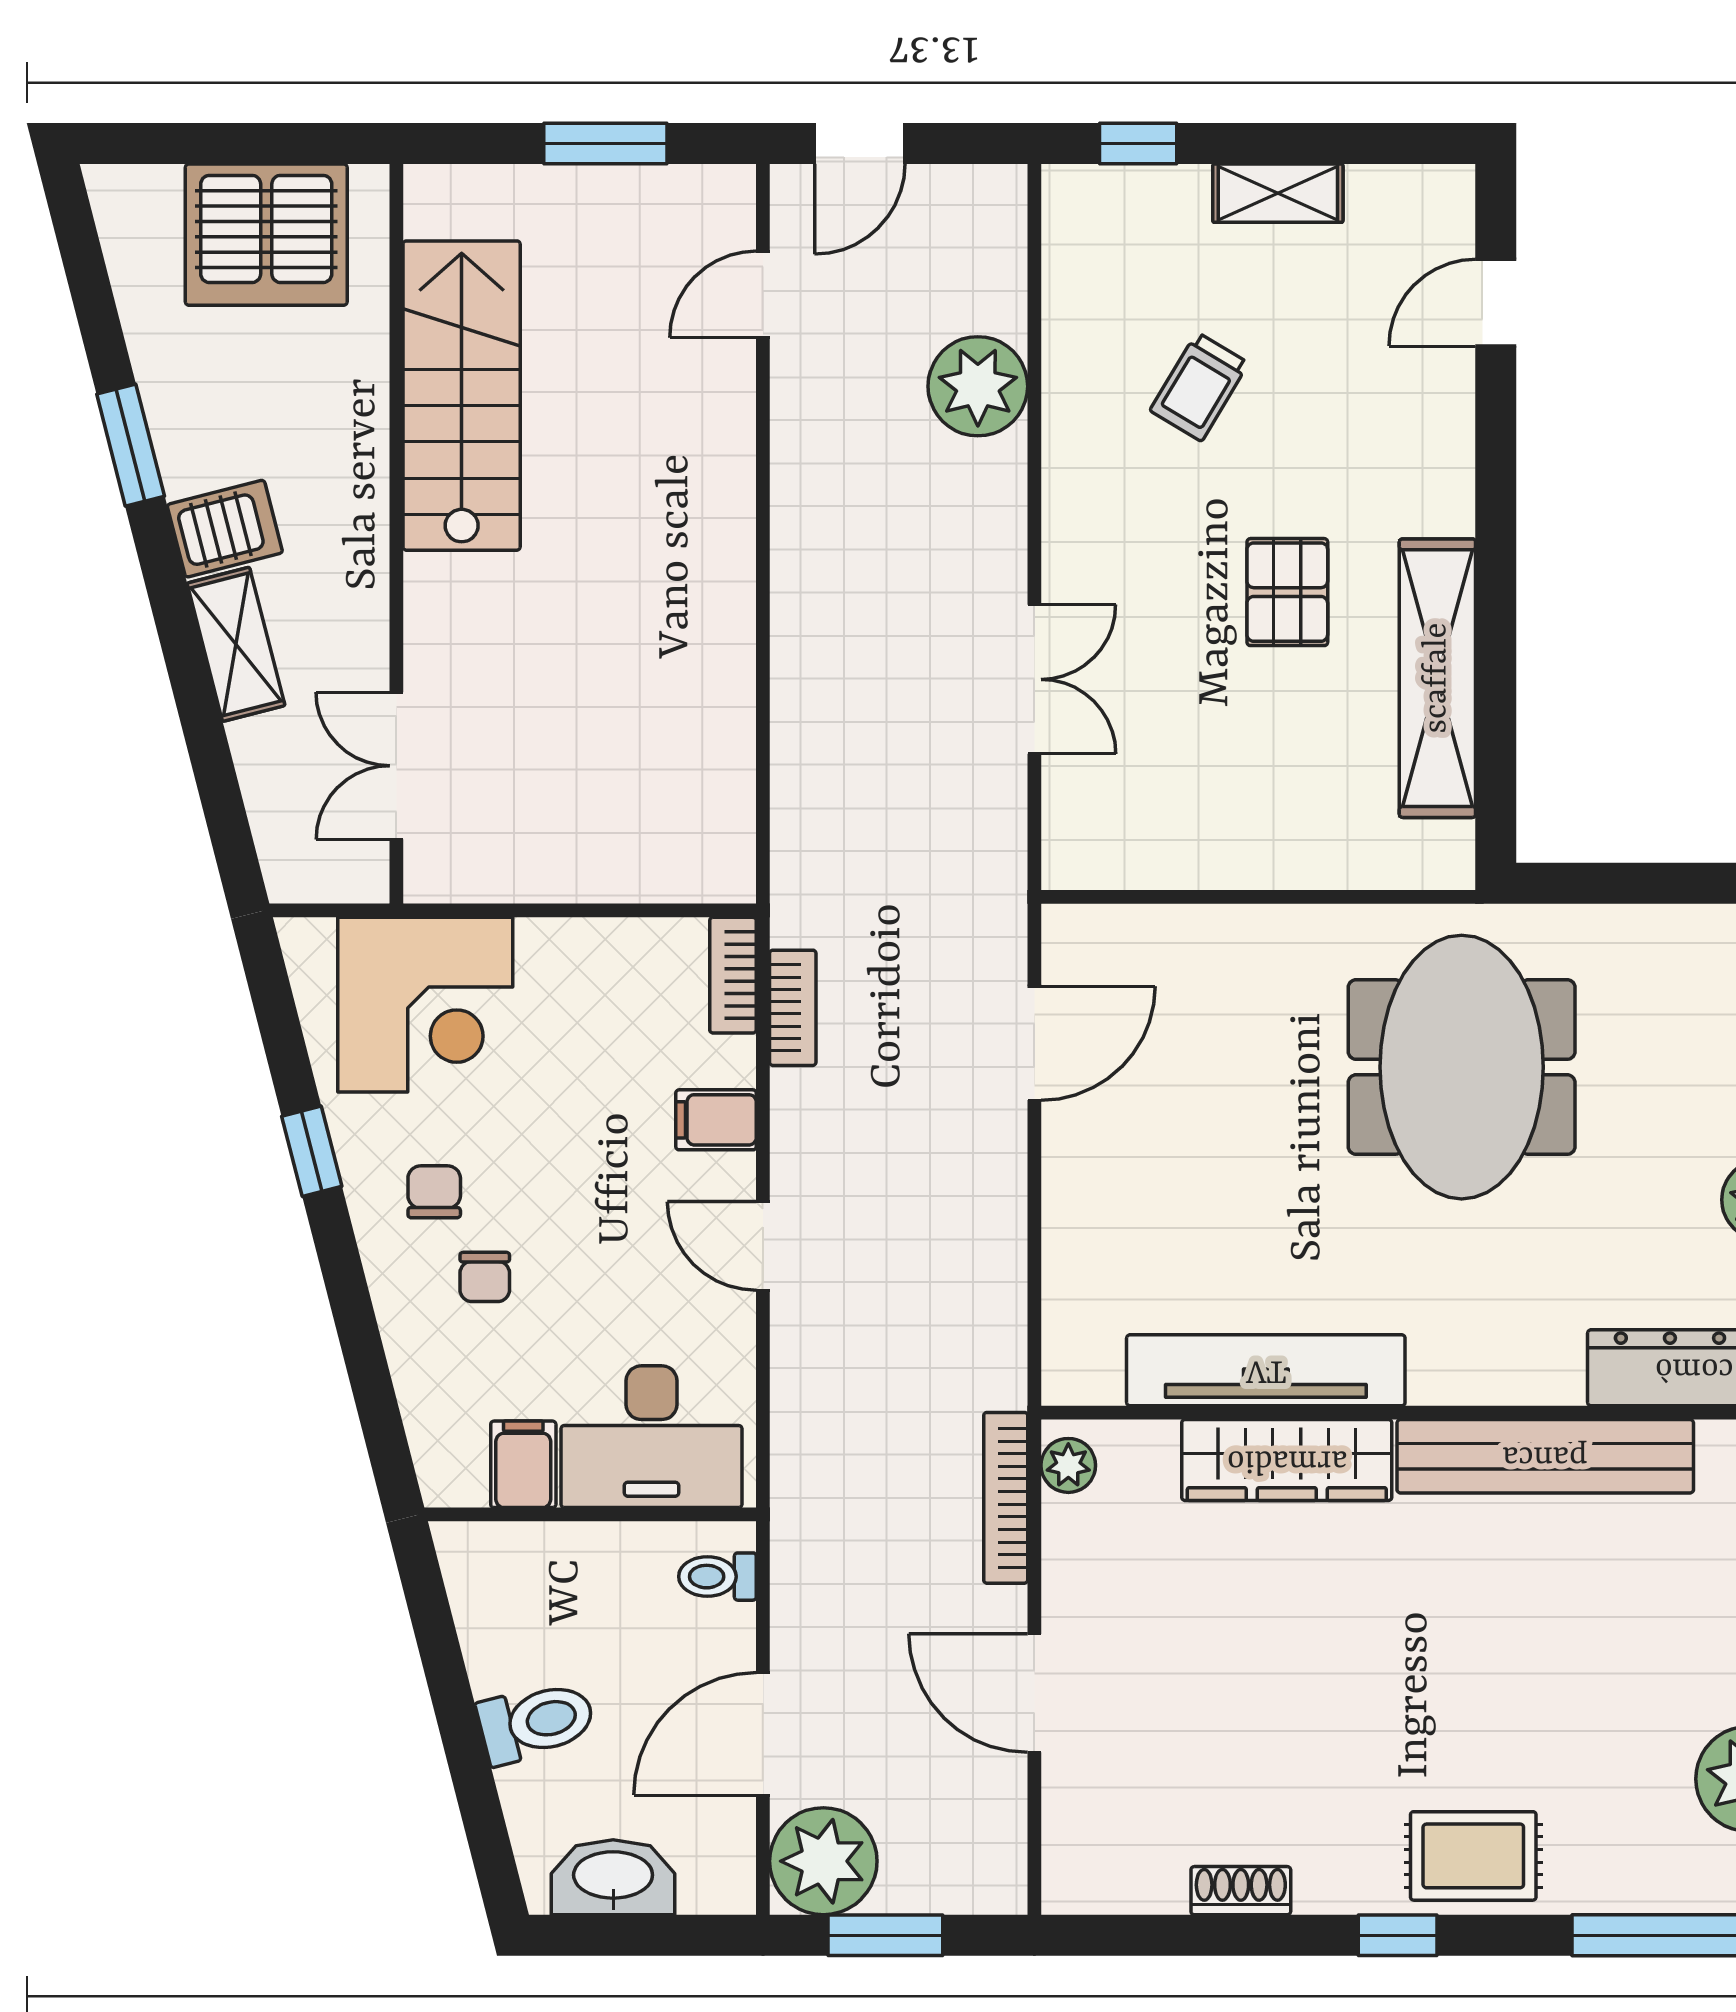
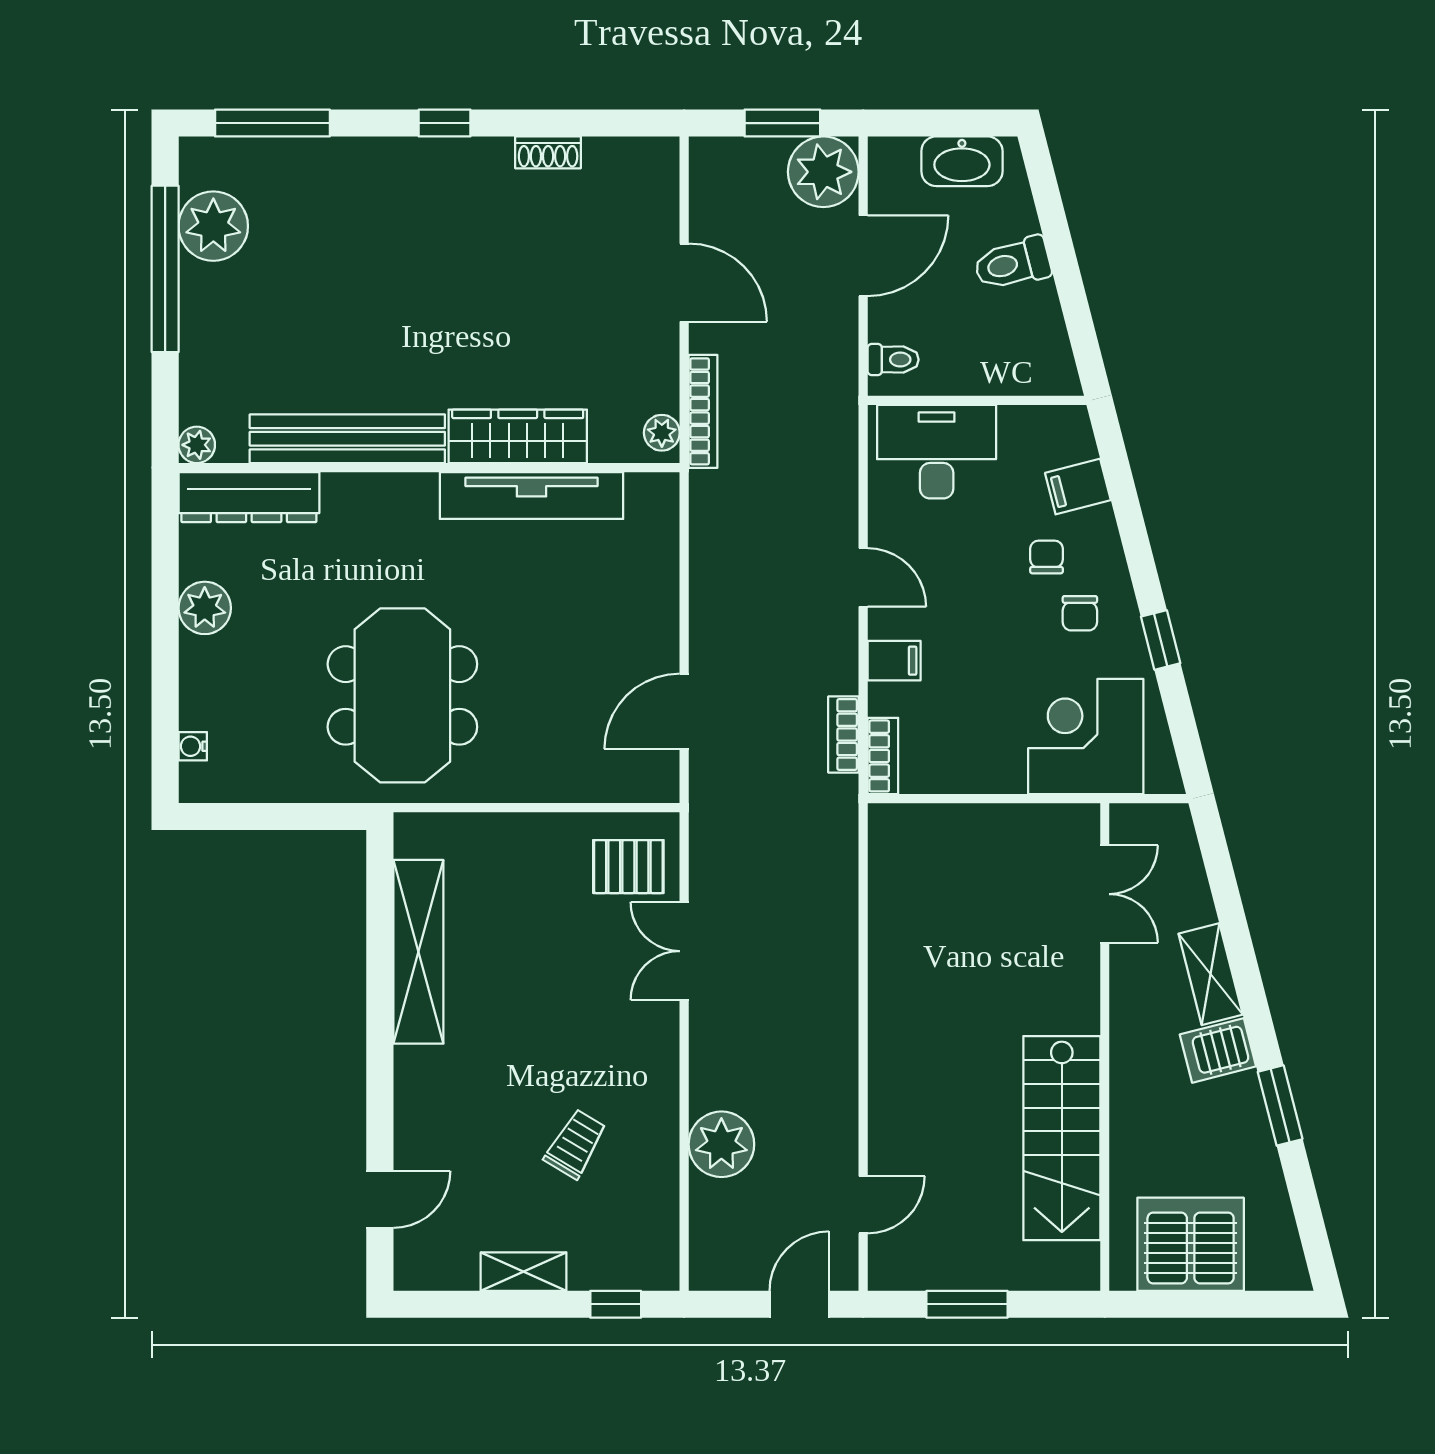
pallet: (1287, 592) -> (628, 867), moved, turned 90
filing cabinet: (523, 1464) -> (1078, 487), moved, turned 76
rug: (1473, 1856) -> (395, 175), removed

